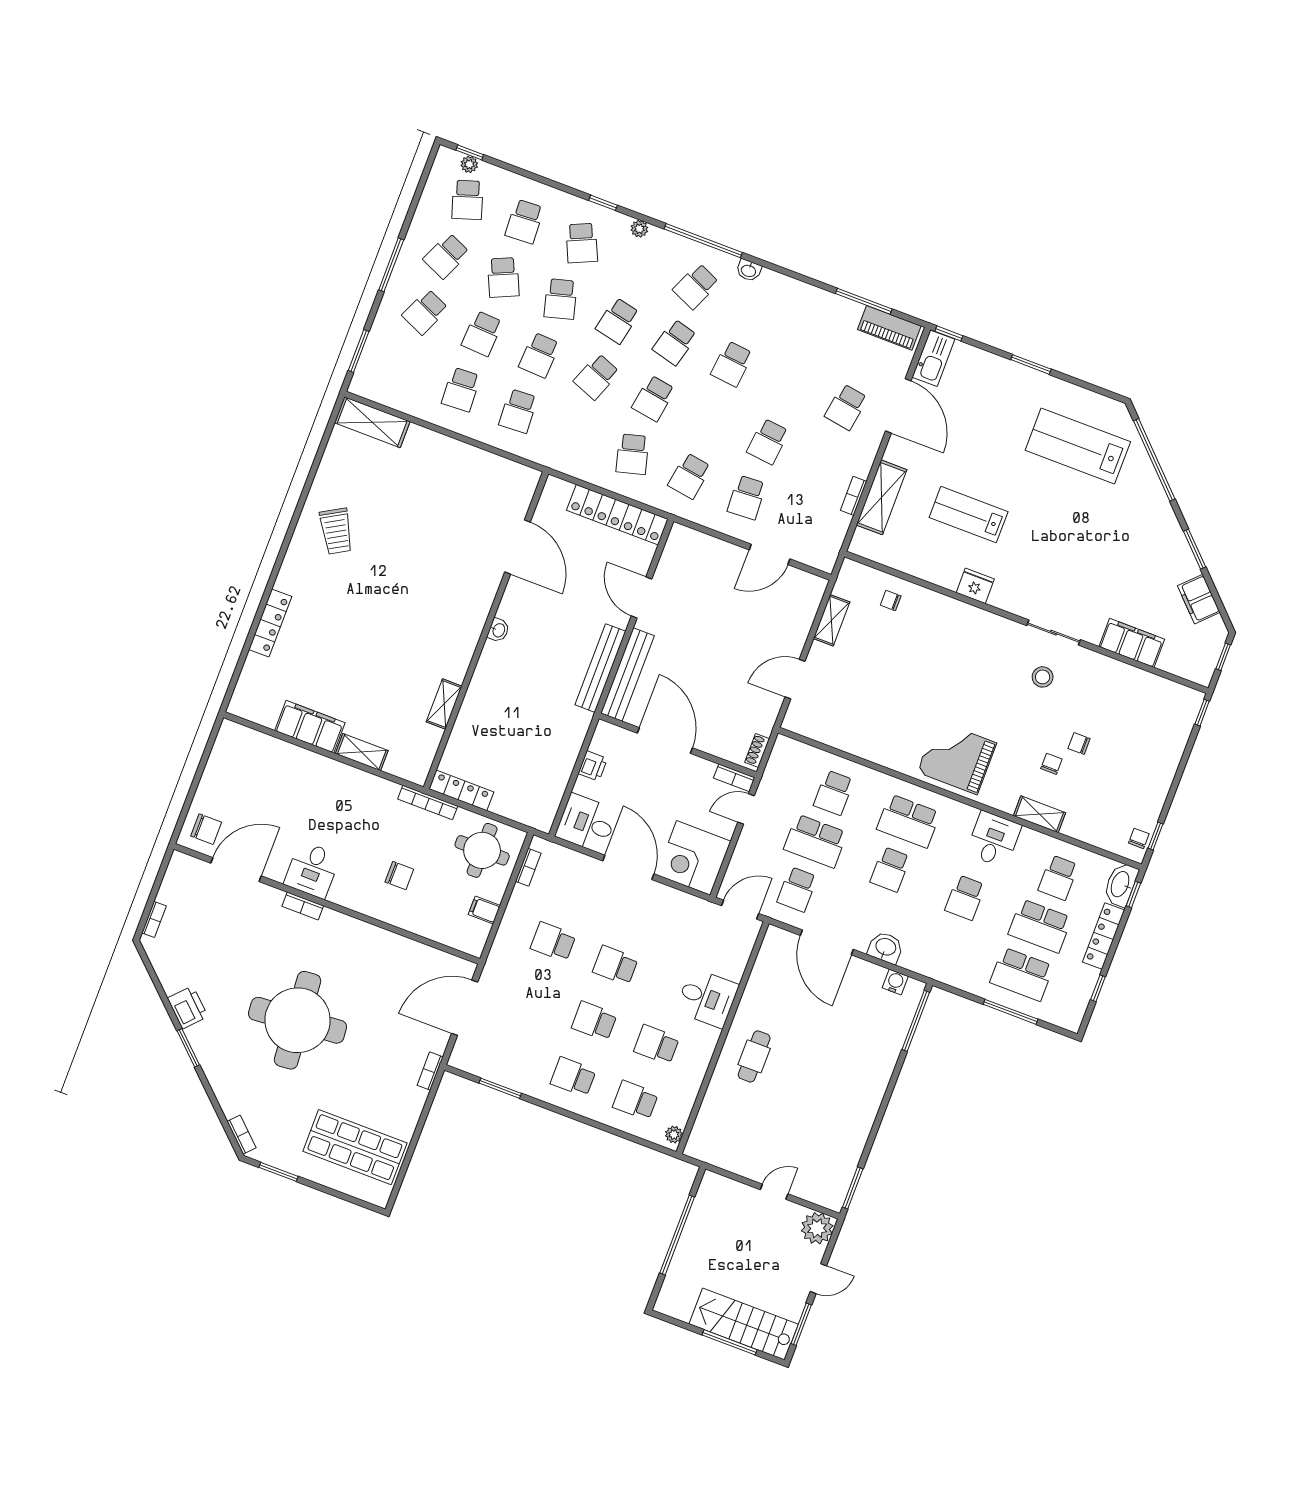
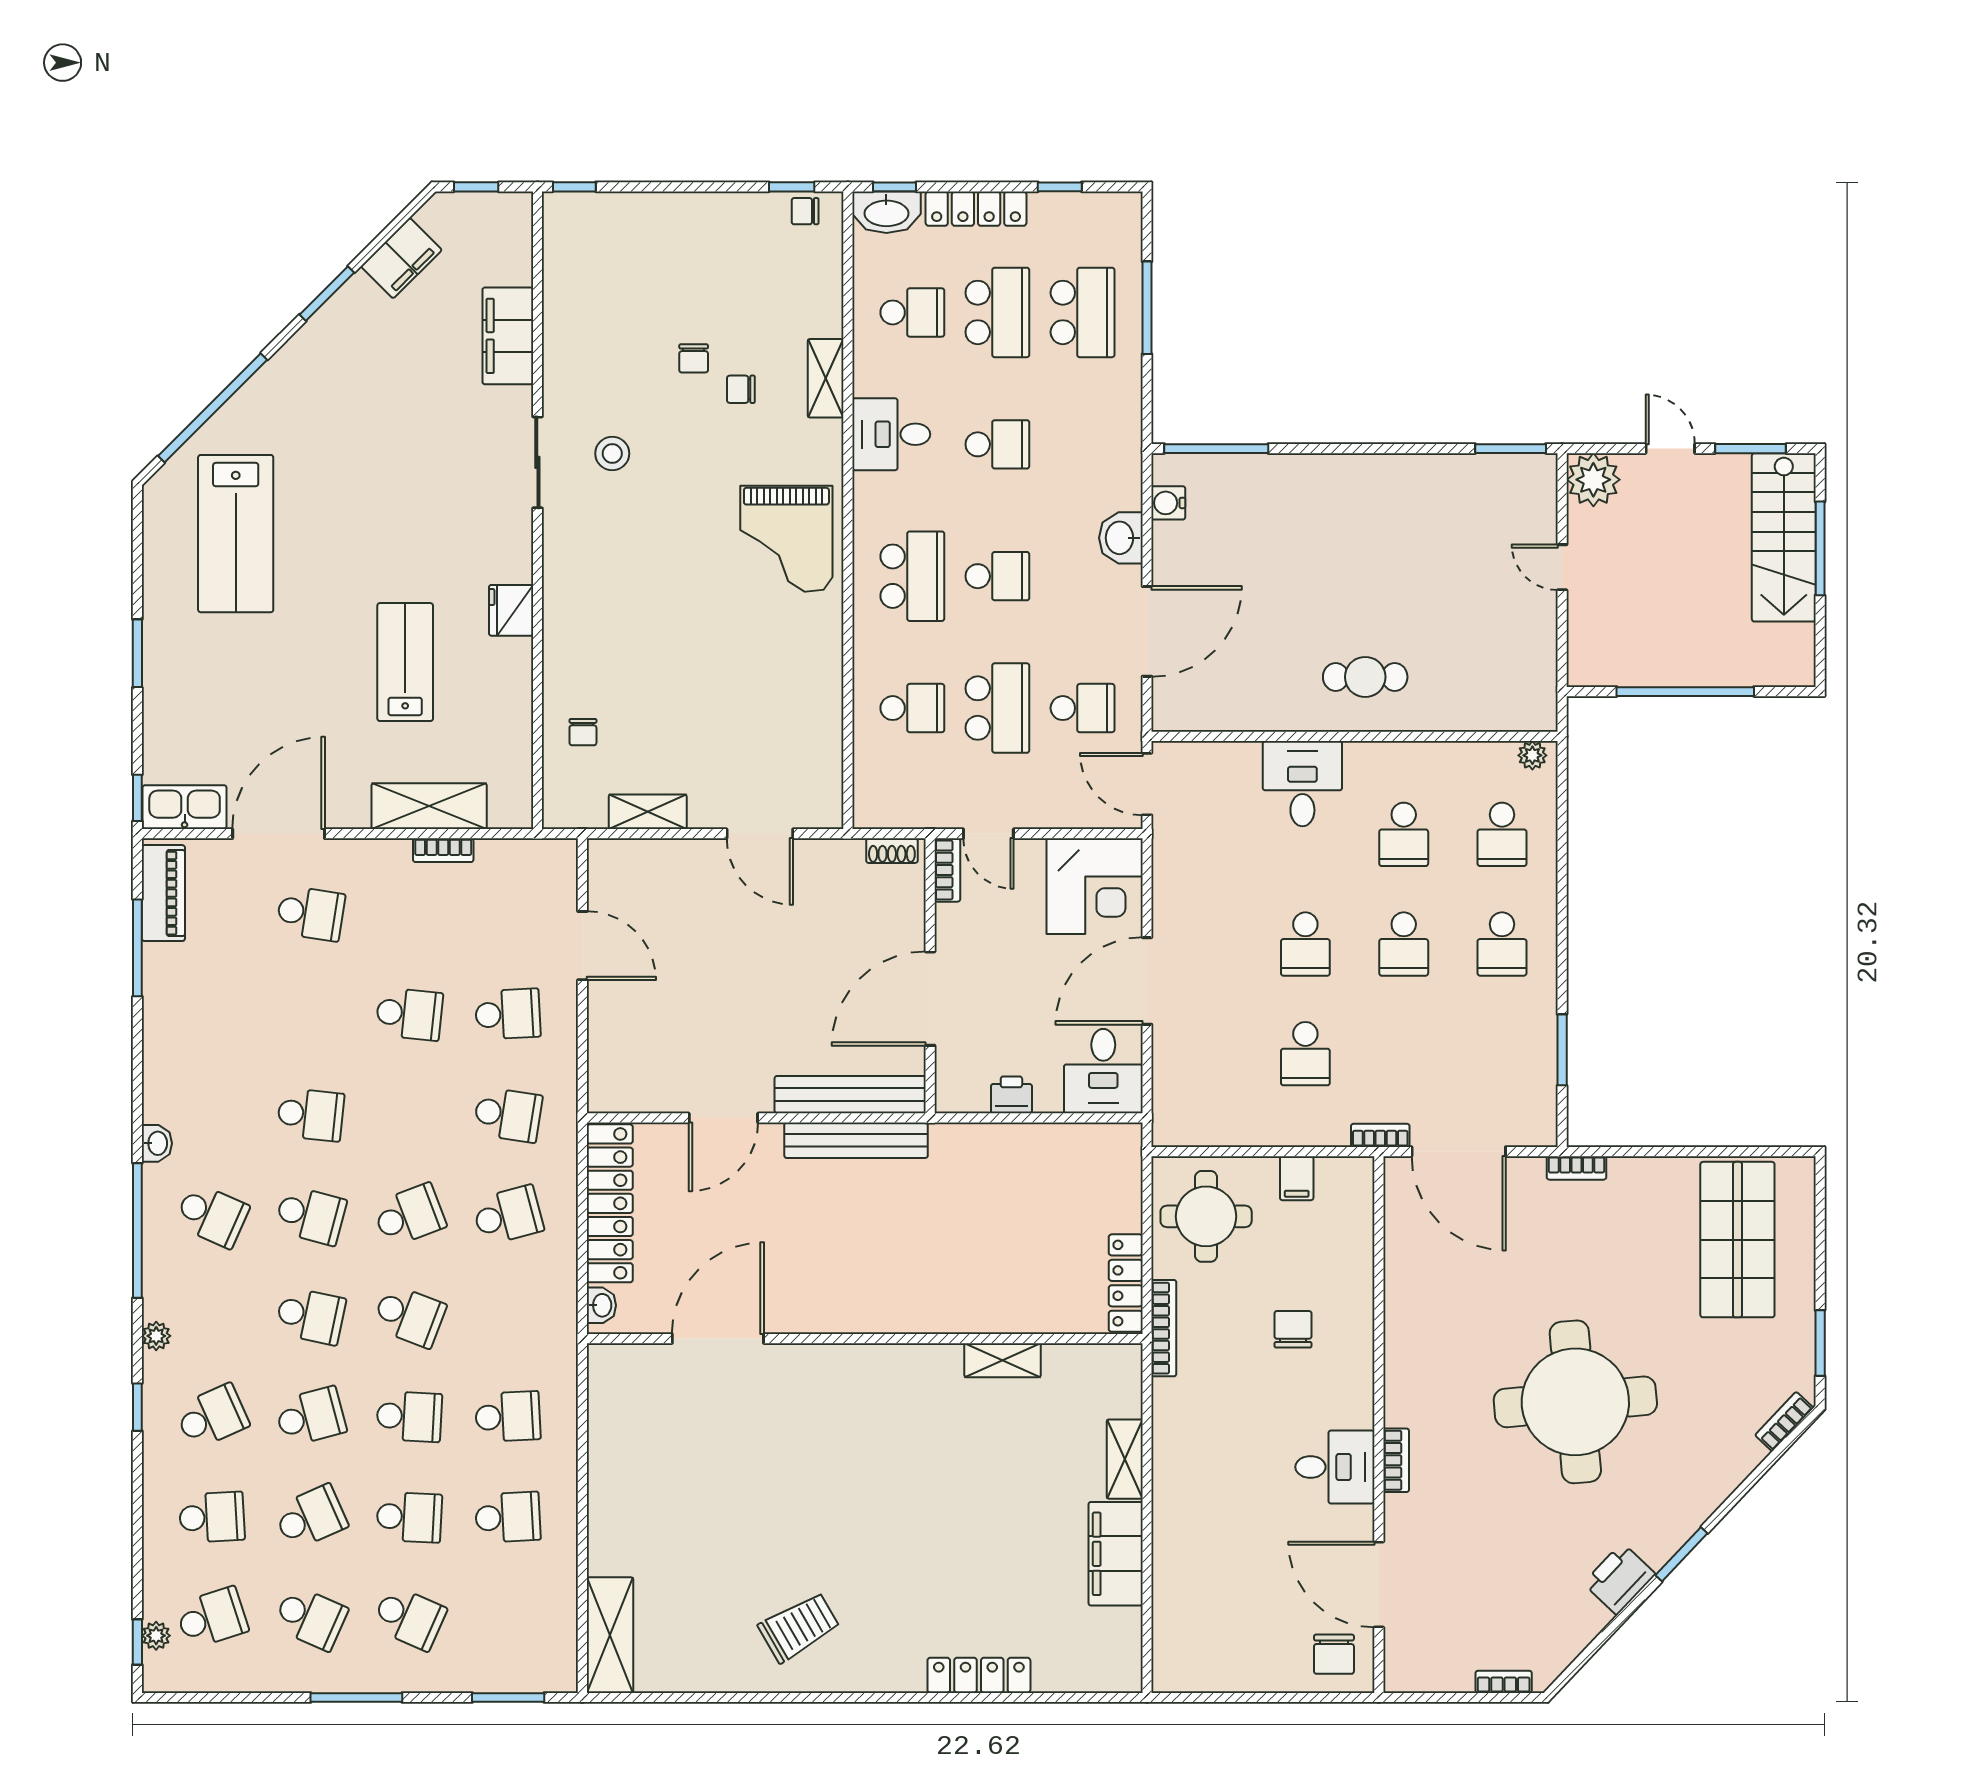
school desk: (654, 398) -> (409, 1215), turned -30
lab bench: (969, 515) -> (405, 662), turned 180
washbasin: (498, 630) -> (601, 1305), moved, turned 90
chair: (206, 829) -> (1334, 1654), turned 180
bookcase: (528, 867) -> (1380, 1135), moved

